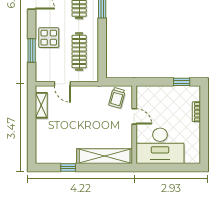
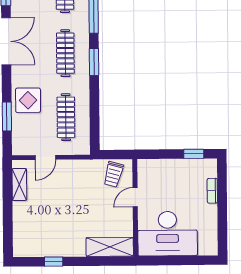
door: (62, 84) -> (45, 157), hinge flipped
door: (134, 116) -> (135, 197), swing flipped
shelving: (105, 156) -> (110, 247), width x0.68

